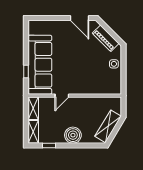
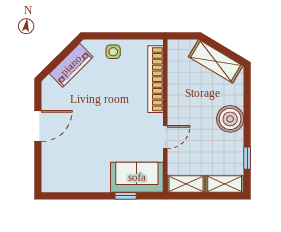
door: (79, 18) -> (38, 126), moved
sofa: (40, 65) -> (137, 177), width x0.54, depth x0.79
bookcase: (97, 90) -> (156, 79), added
door: (62, 96) -> (165, 137), hinge flipped

